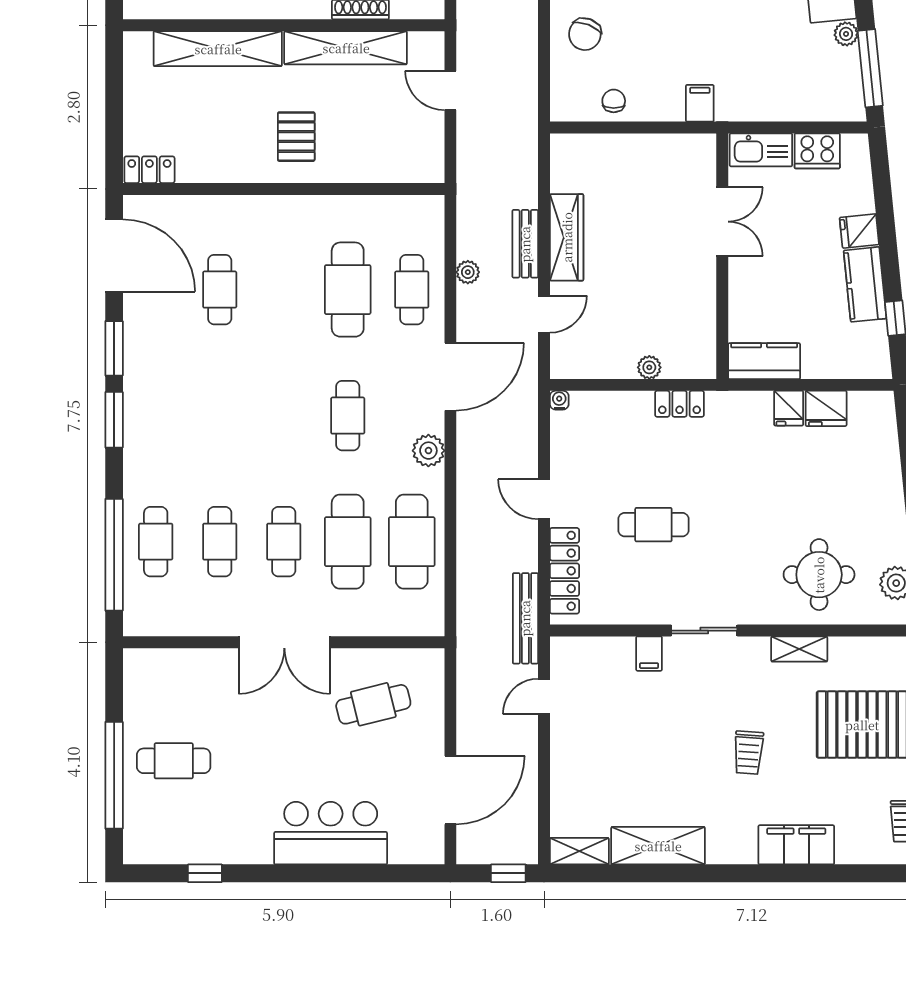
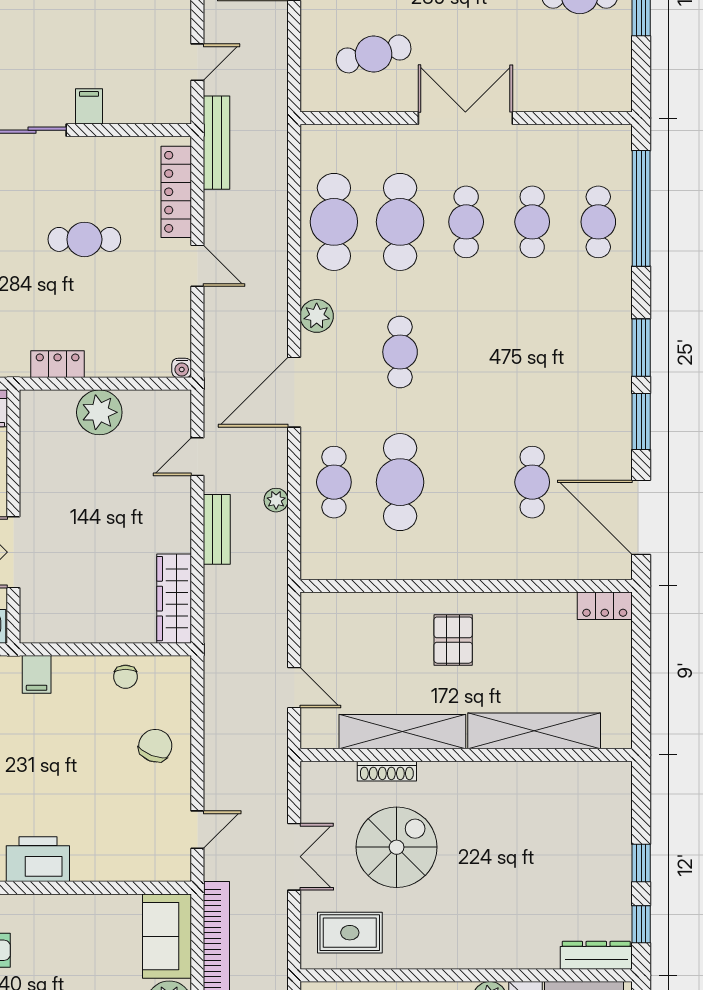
wardrobe: (567, 237) -> (174, 599), moved
plant: (649, 367) -> (99, 412), width x1.88, depth x1.88

